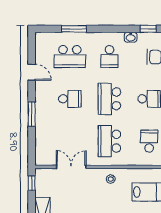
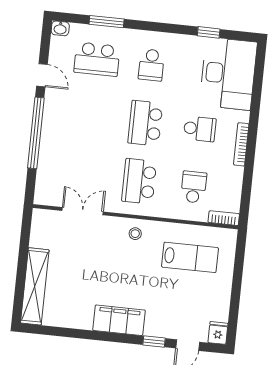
washbasin: (131, 37) -> (60, 28), moved
school desk: (70, 99) -> (91, 117), removed
window: (32, 114) -> (36, 133), width x2.11
window: (32, 183) -> (26, 228), removed

